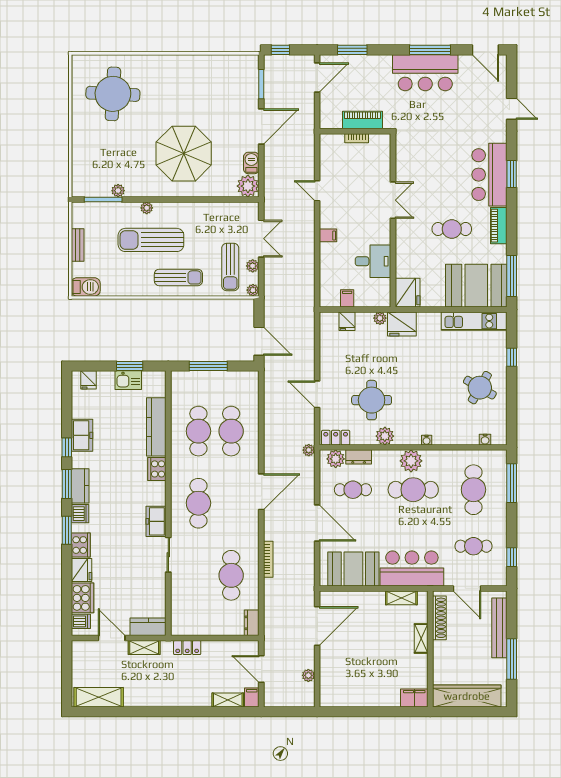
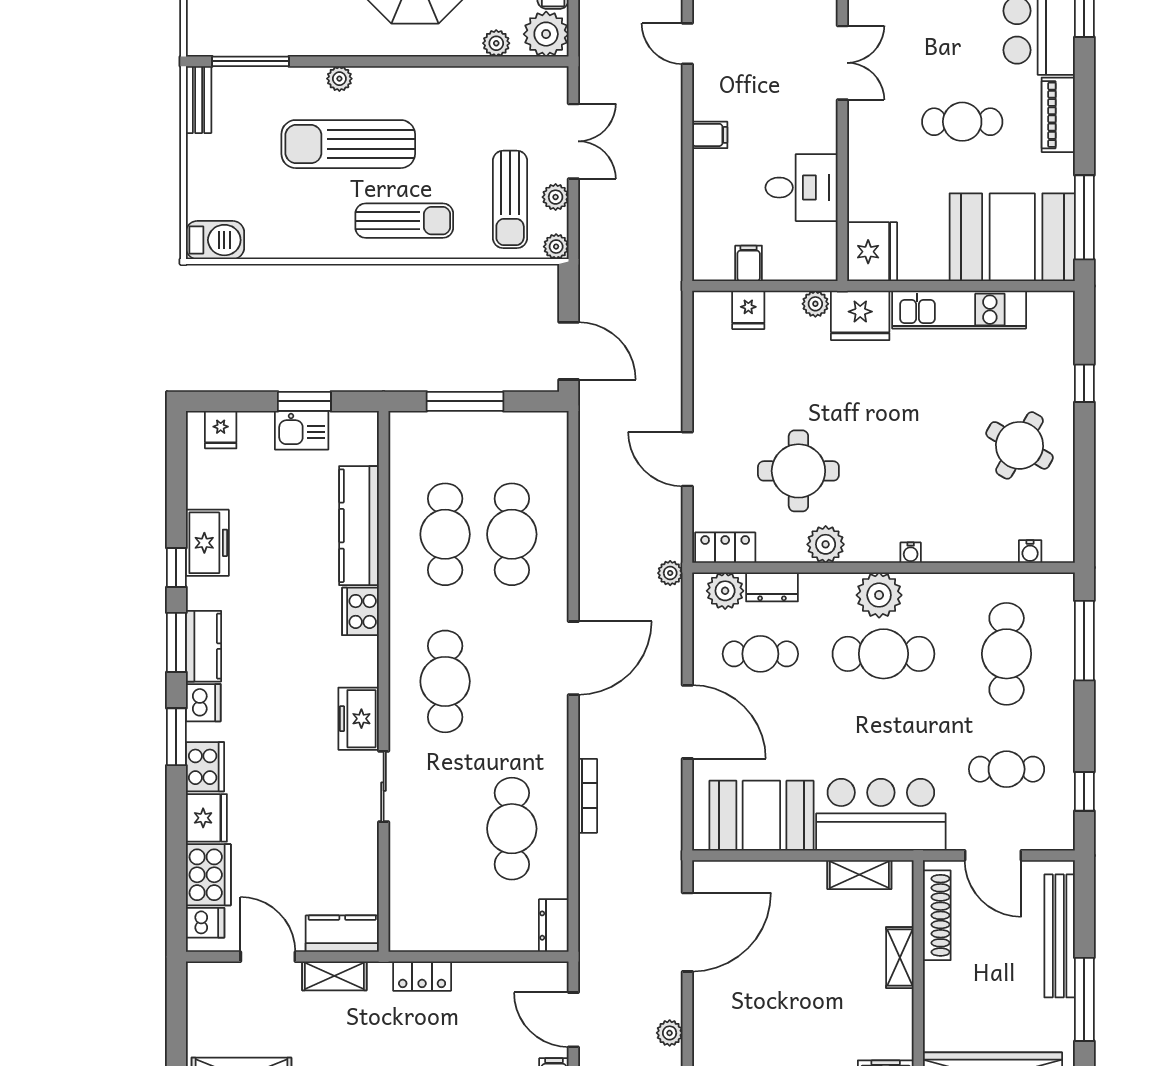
plant: (118, 191) -> (496, 43), moved
bench: (78, 245) -> (199, 100), moved
kitchen unit: (474, 321) -> (959, 310), moved

